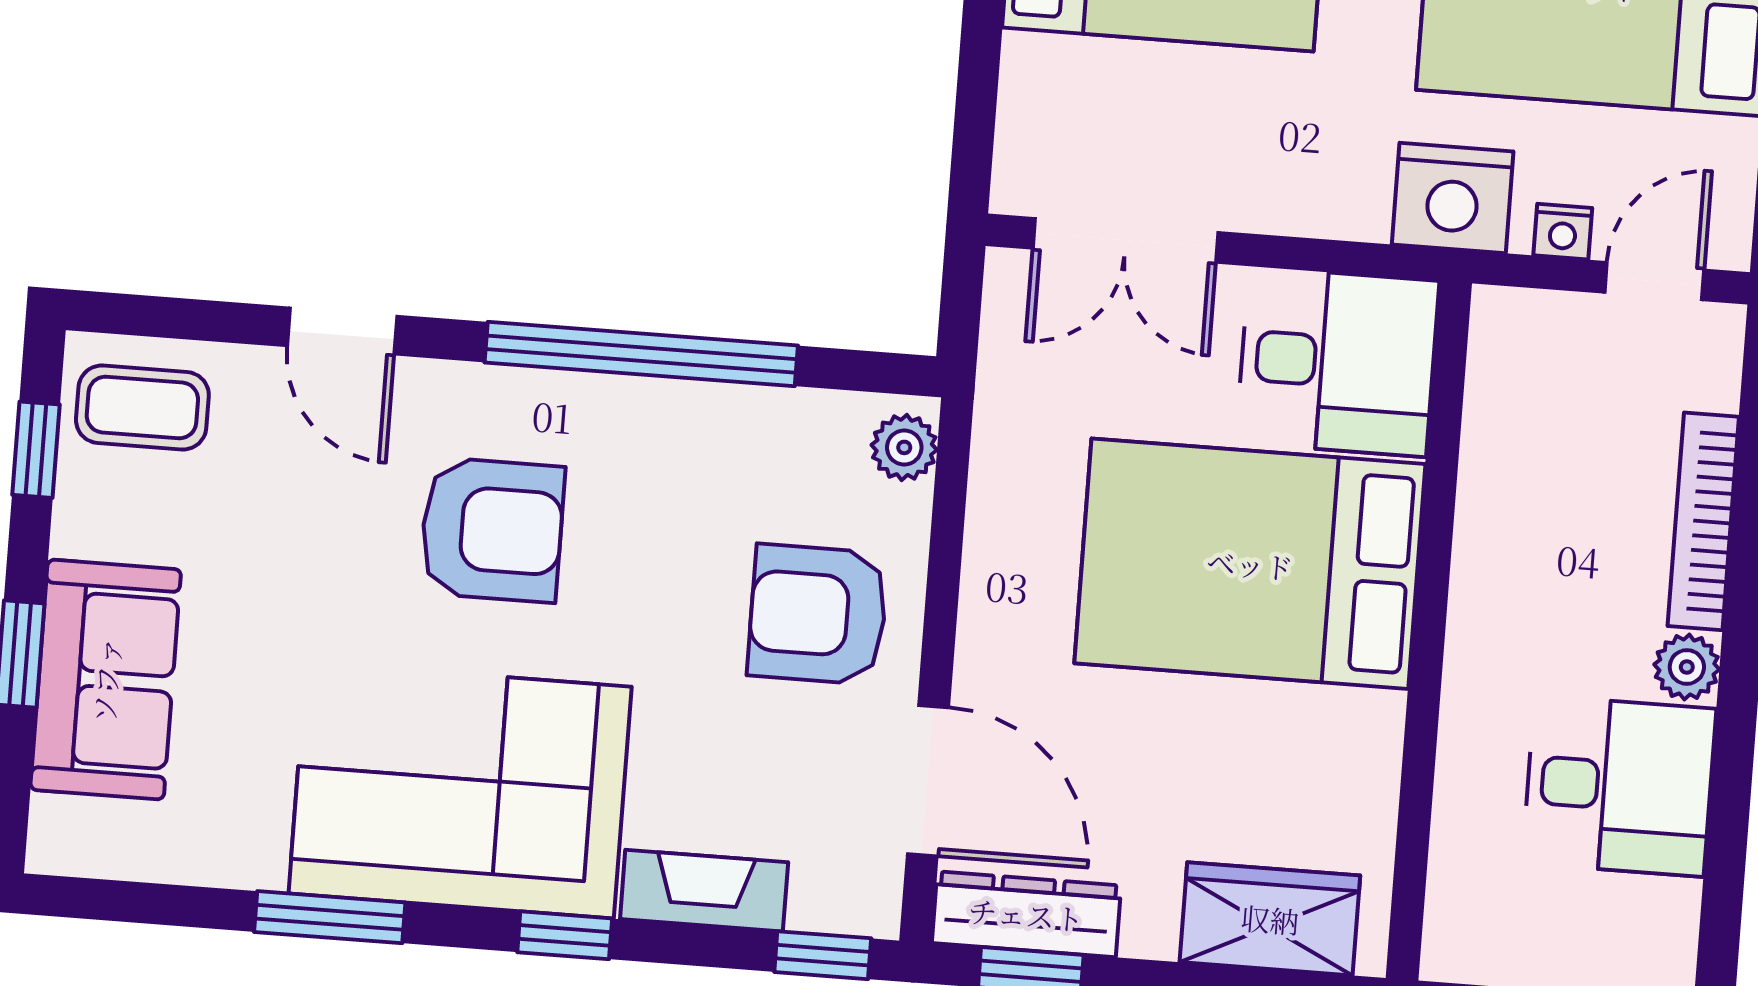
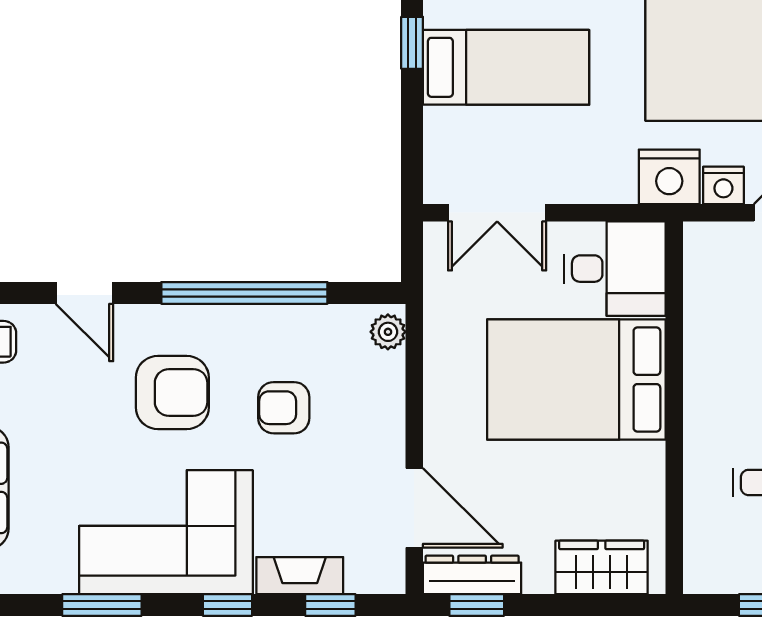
nightstand: (1563, 232) -> (723, 185), width x1.39, depth x1.35
armchair: (818, 614) -> (284, 408), moved, width x0.72, depth x0.72
window: (823, 955) -> (330, 605), moved

